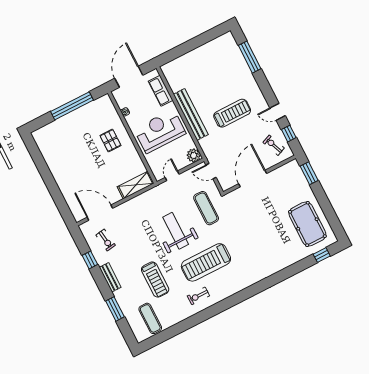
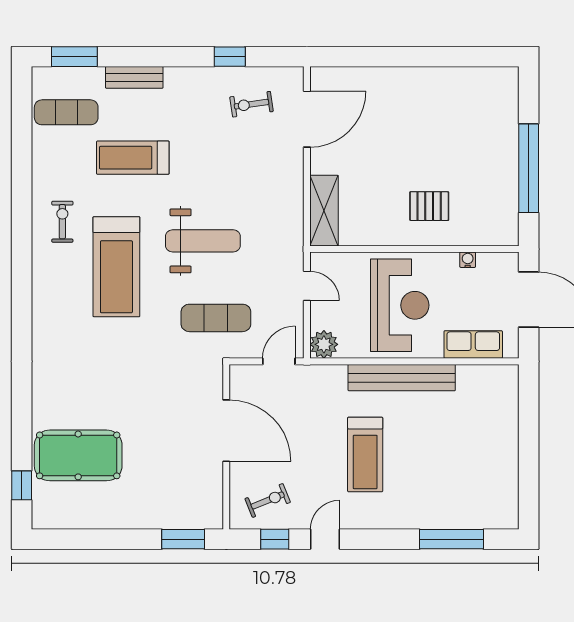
pool table: (307, 224) -> (78, 455), moved
treadmill: (206, 262) -> (116, 267), turned 180
bench: (110, 277) -> (134, 77), moved
window: (115, 309) -> (74, 57), moved

